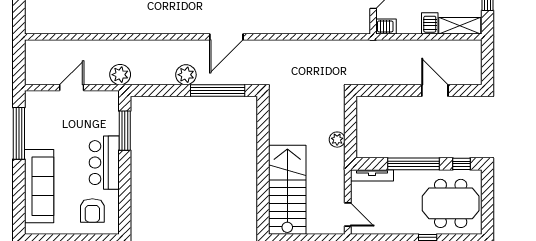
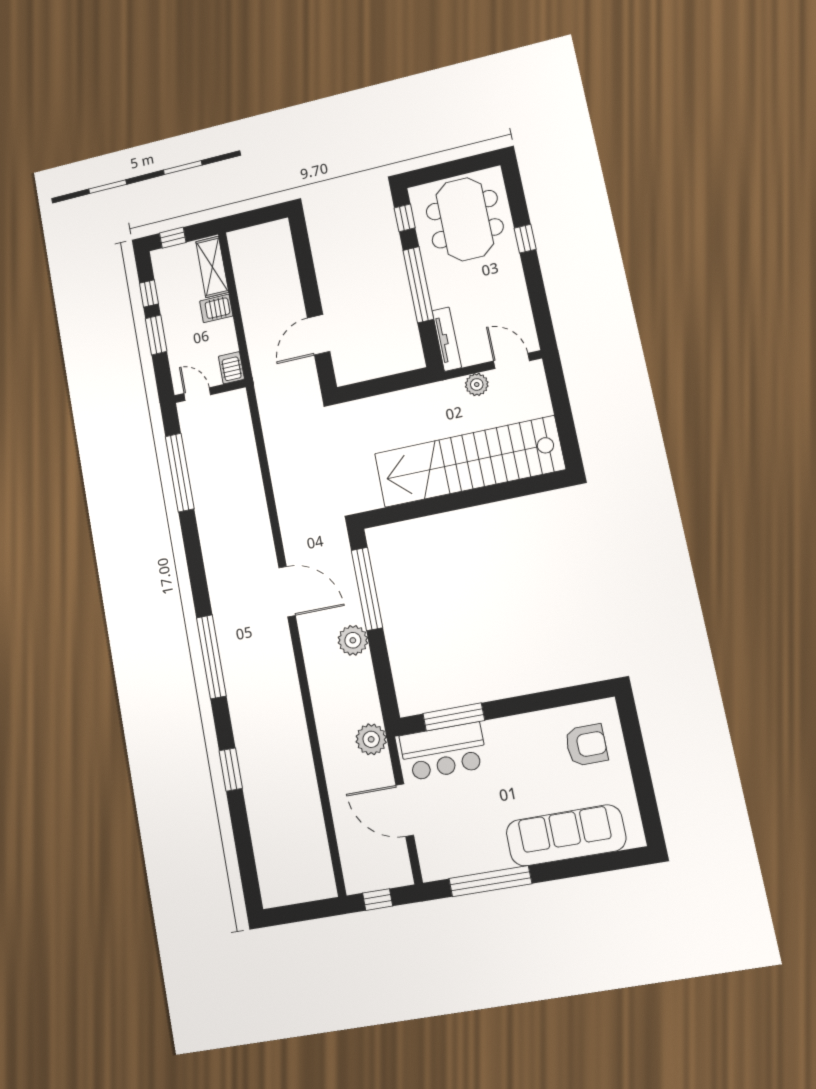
window: (19, 59) -> (378, 900), added
door: (72, 88) -> (405, 810), width x1.36
door: (435, 90) -> (319, 335), moved
plant: (337, 140) -> (477, 384), moved
bar counter: (104, 163) -> (443, 751), moved
stairs: (287, 190) -> (469, 462), width x1.36
door: (348, 214) -> (511, 361), hinge flipped

